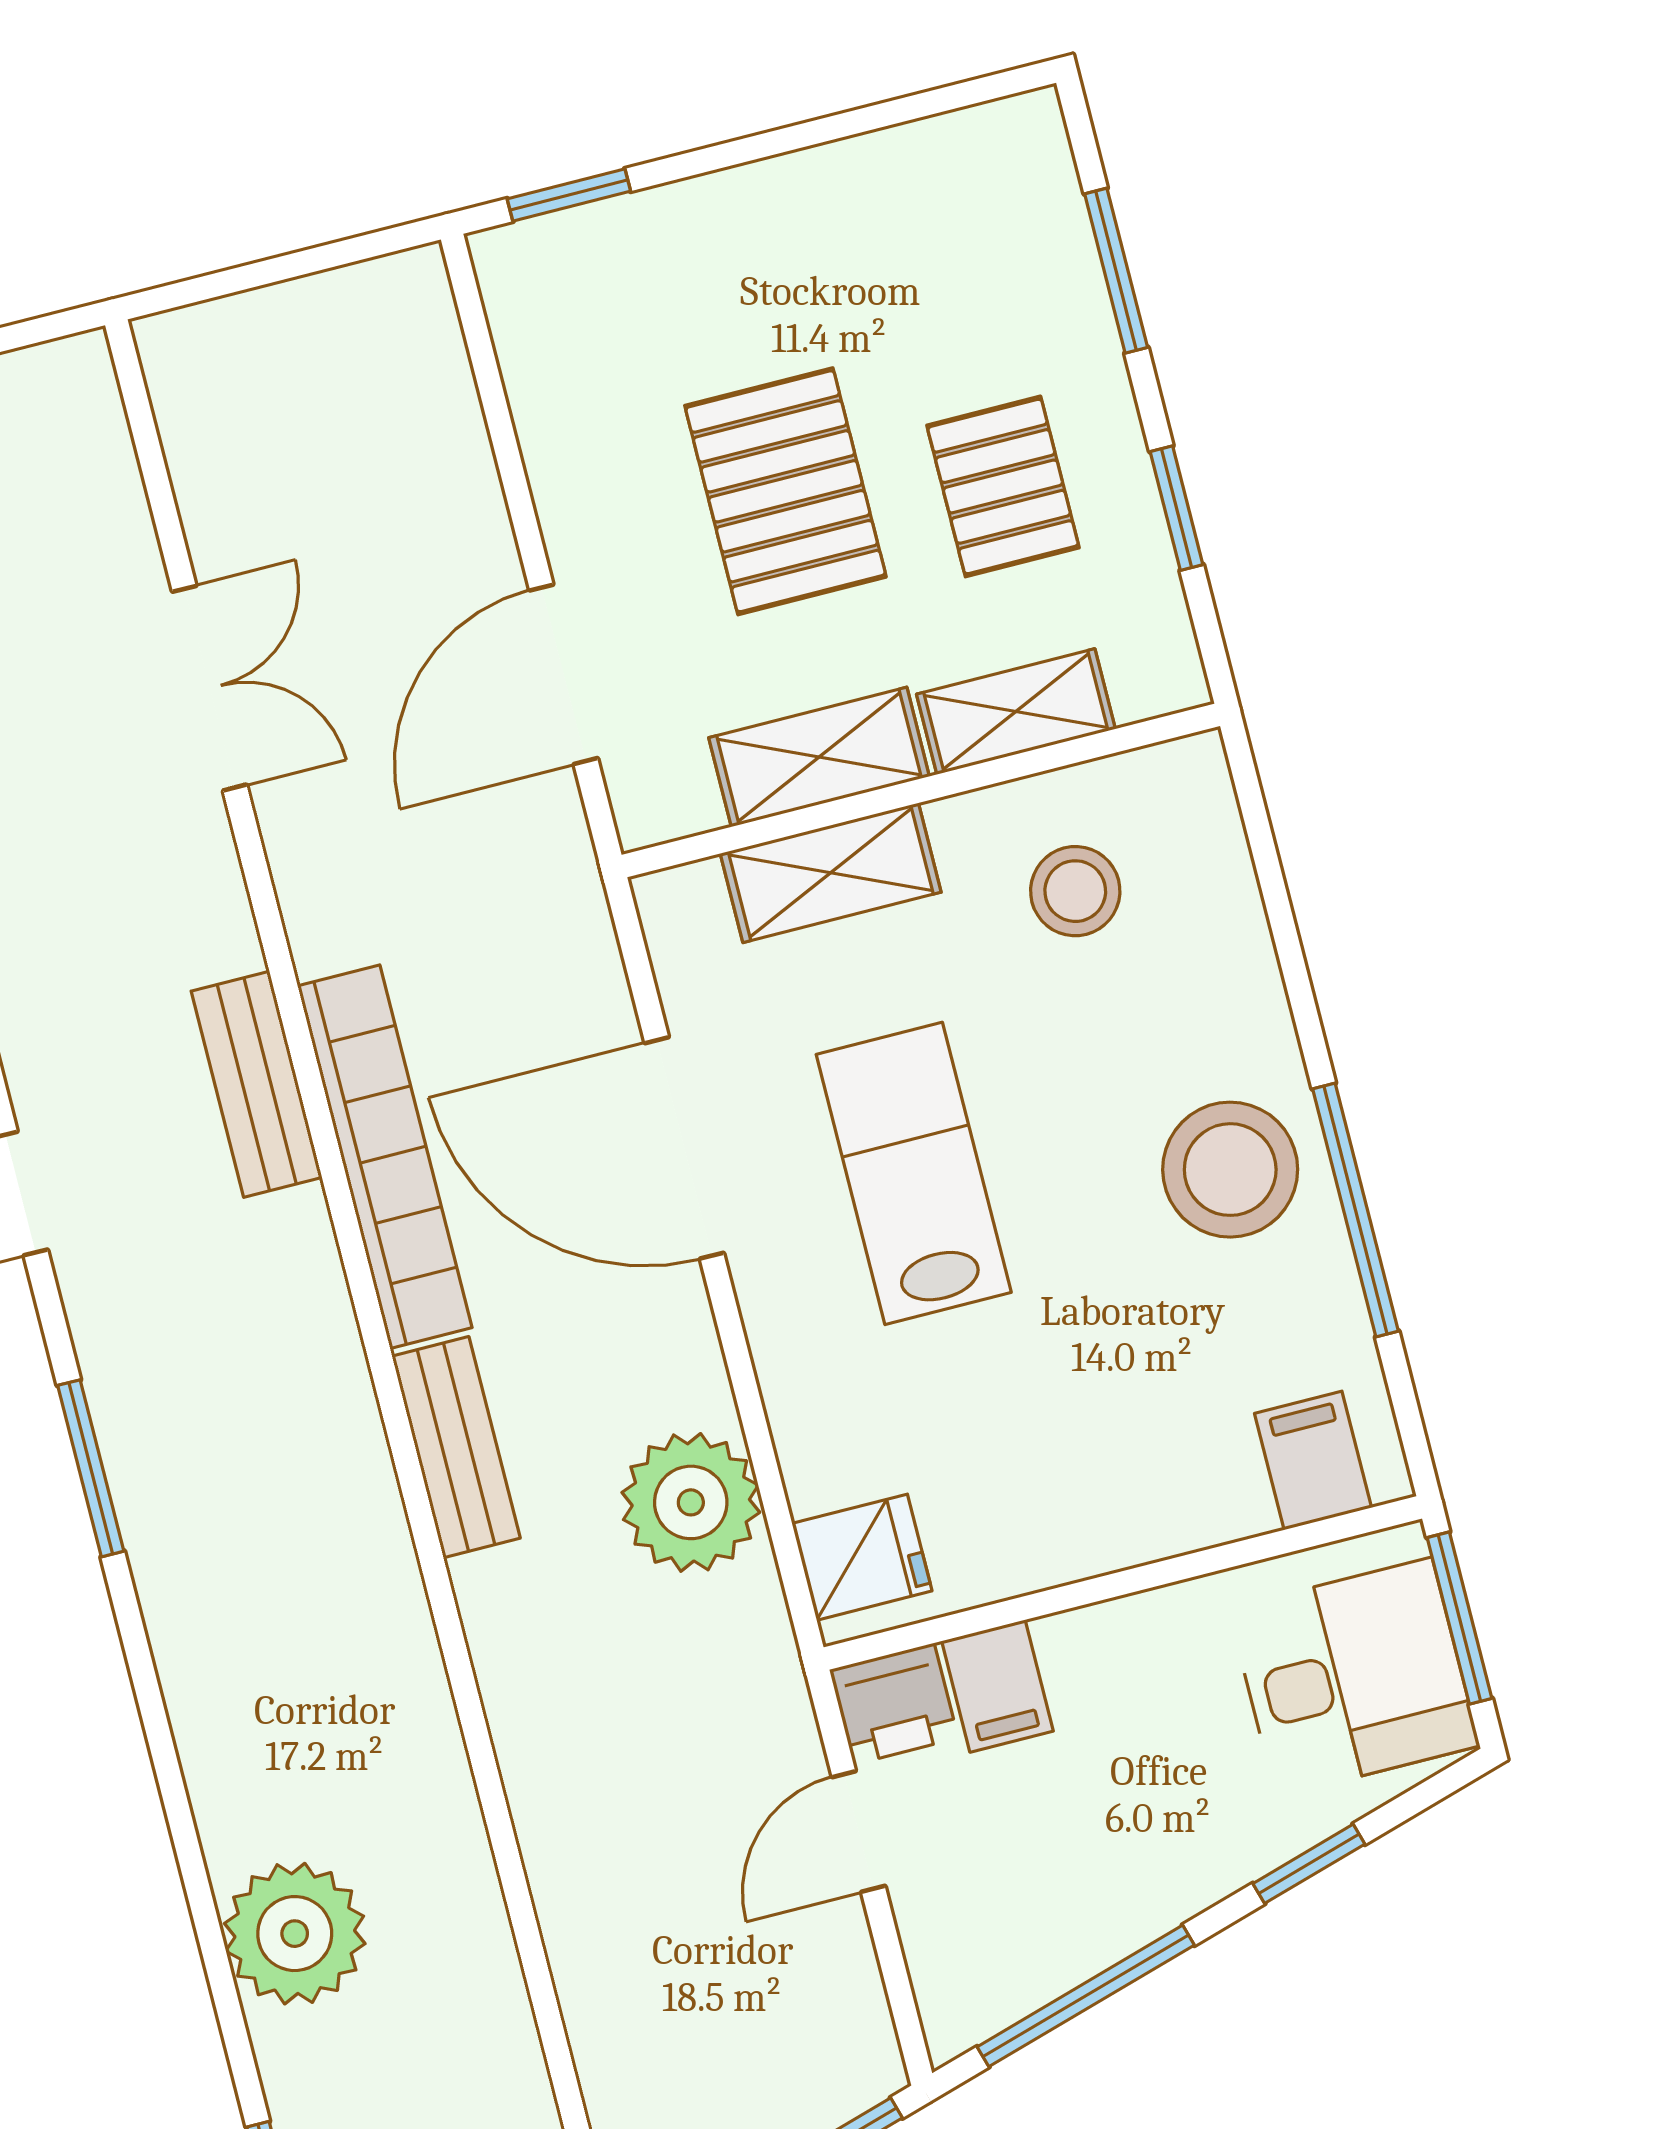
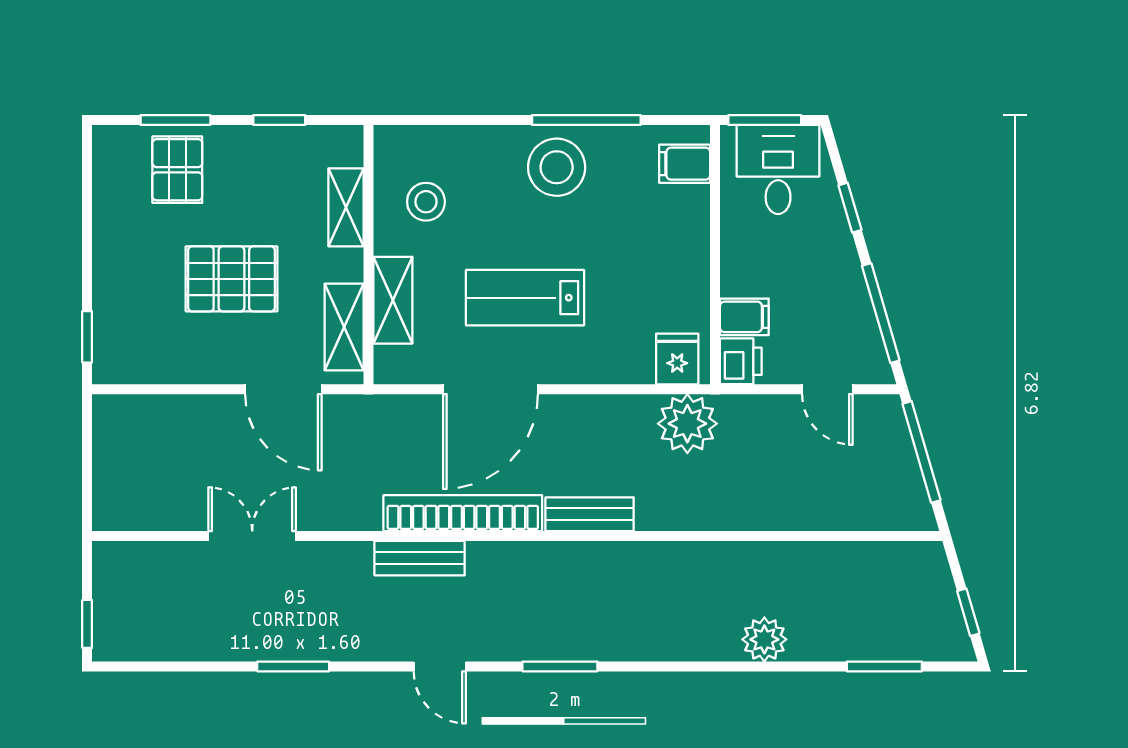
pallet: (1003, 486) -> (177, 170), moved, turned 90
shelving: (819, 757) -> (344, 327), moved
plant: (691, 1502) -> (687, 424), moved
door: (859, 1832) -> (827, 389), moved
plant: (295, 1934) -> (764, 639), width x0.73, depth x0.73

